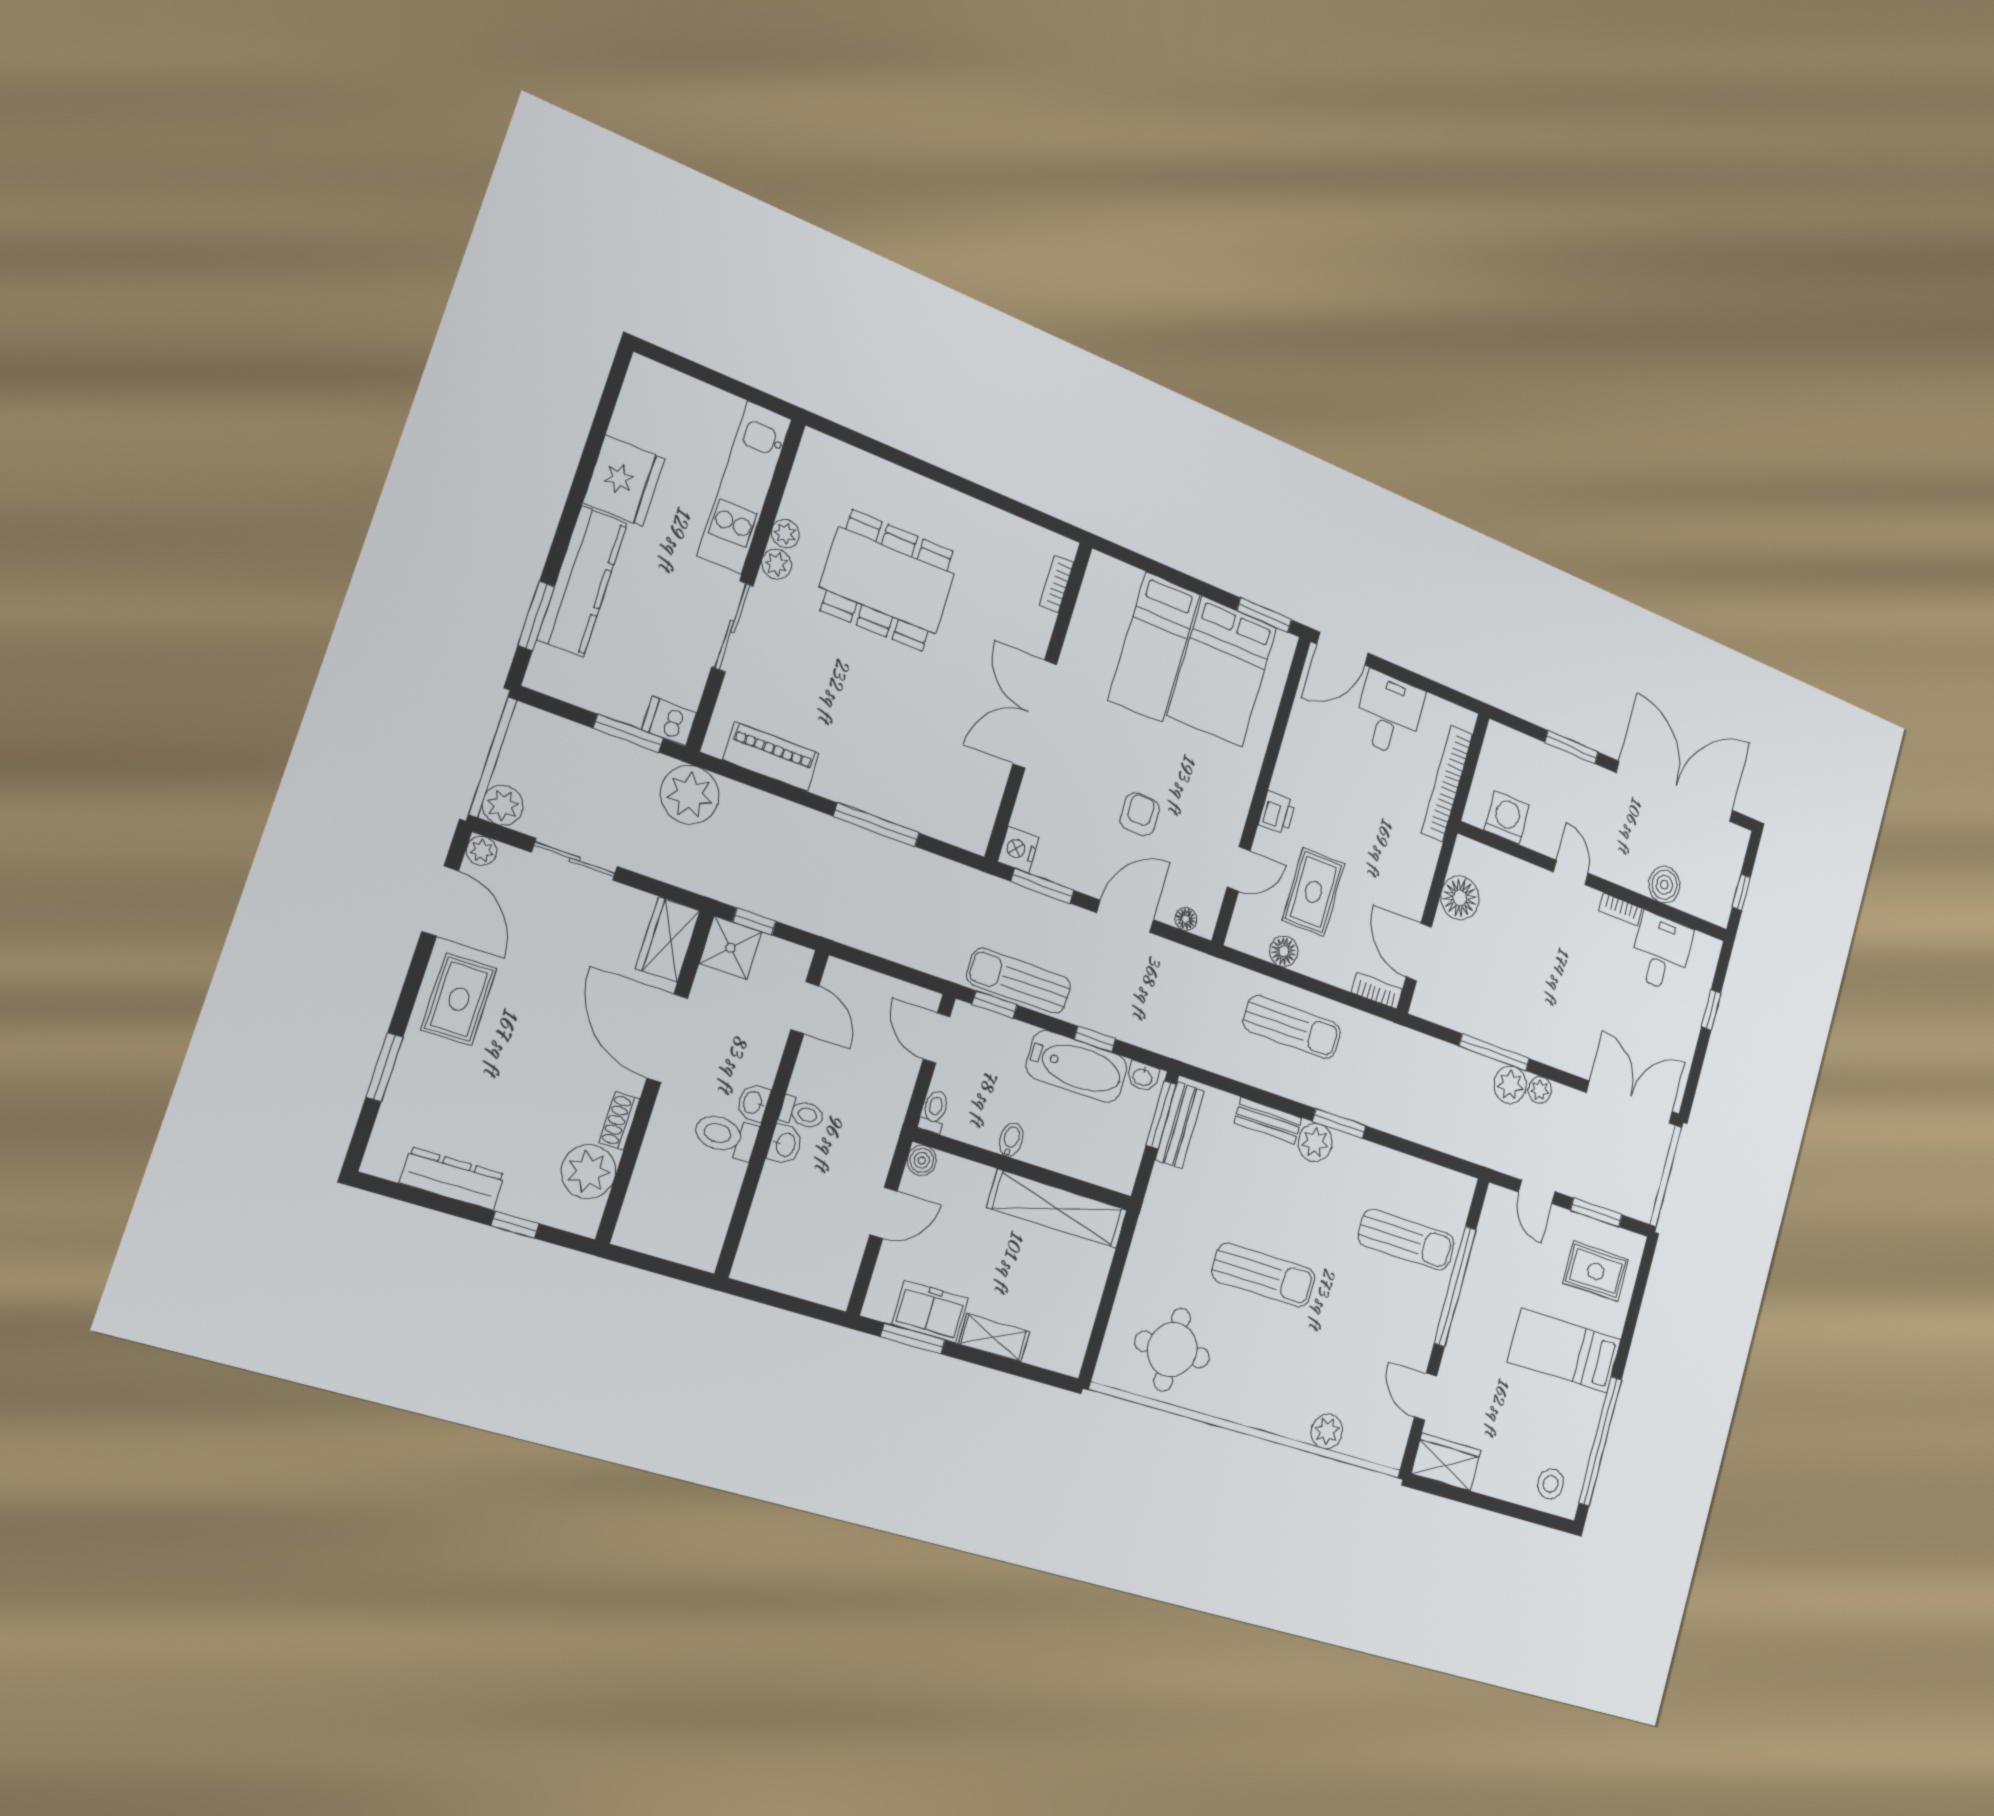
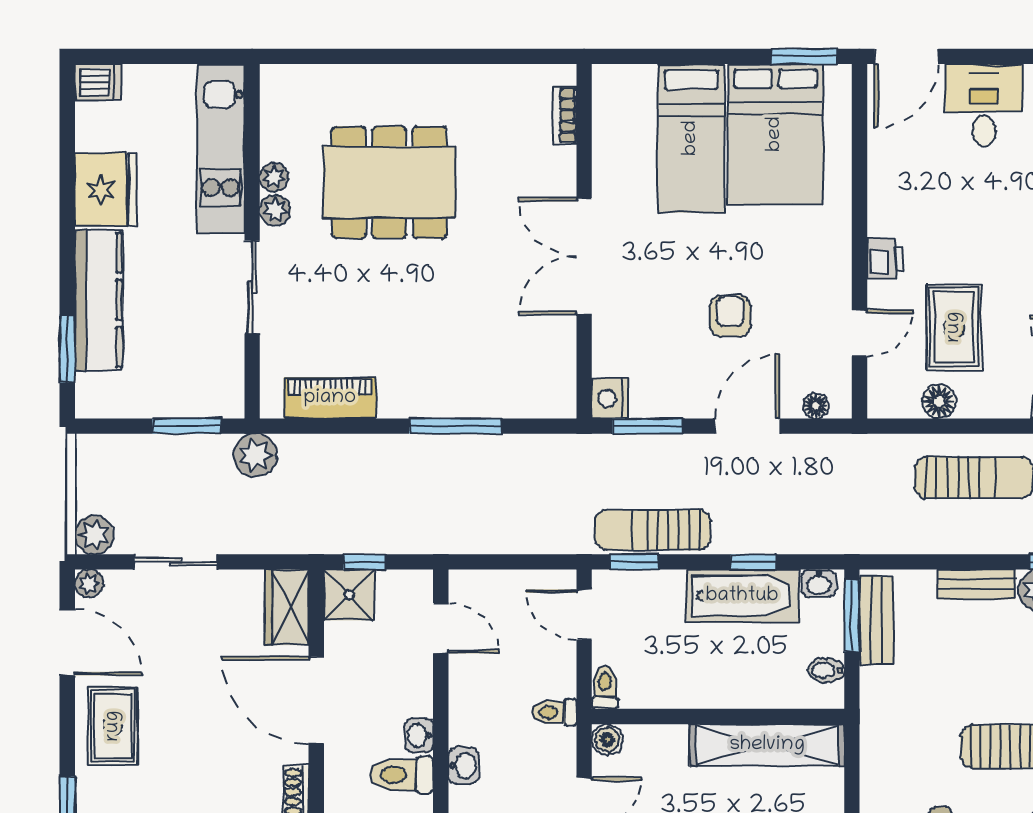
dishwasher: (669, 721) -> (98, 82), moved, turned 180
plant: (690, 795) -> (255, 455), width x0.73, depth x0.73
toilet: (802, 1113) -> (554, 712), moved, turned 180
bidet: (1011, 1140) -> (826, 670), moved, turned -90

